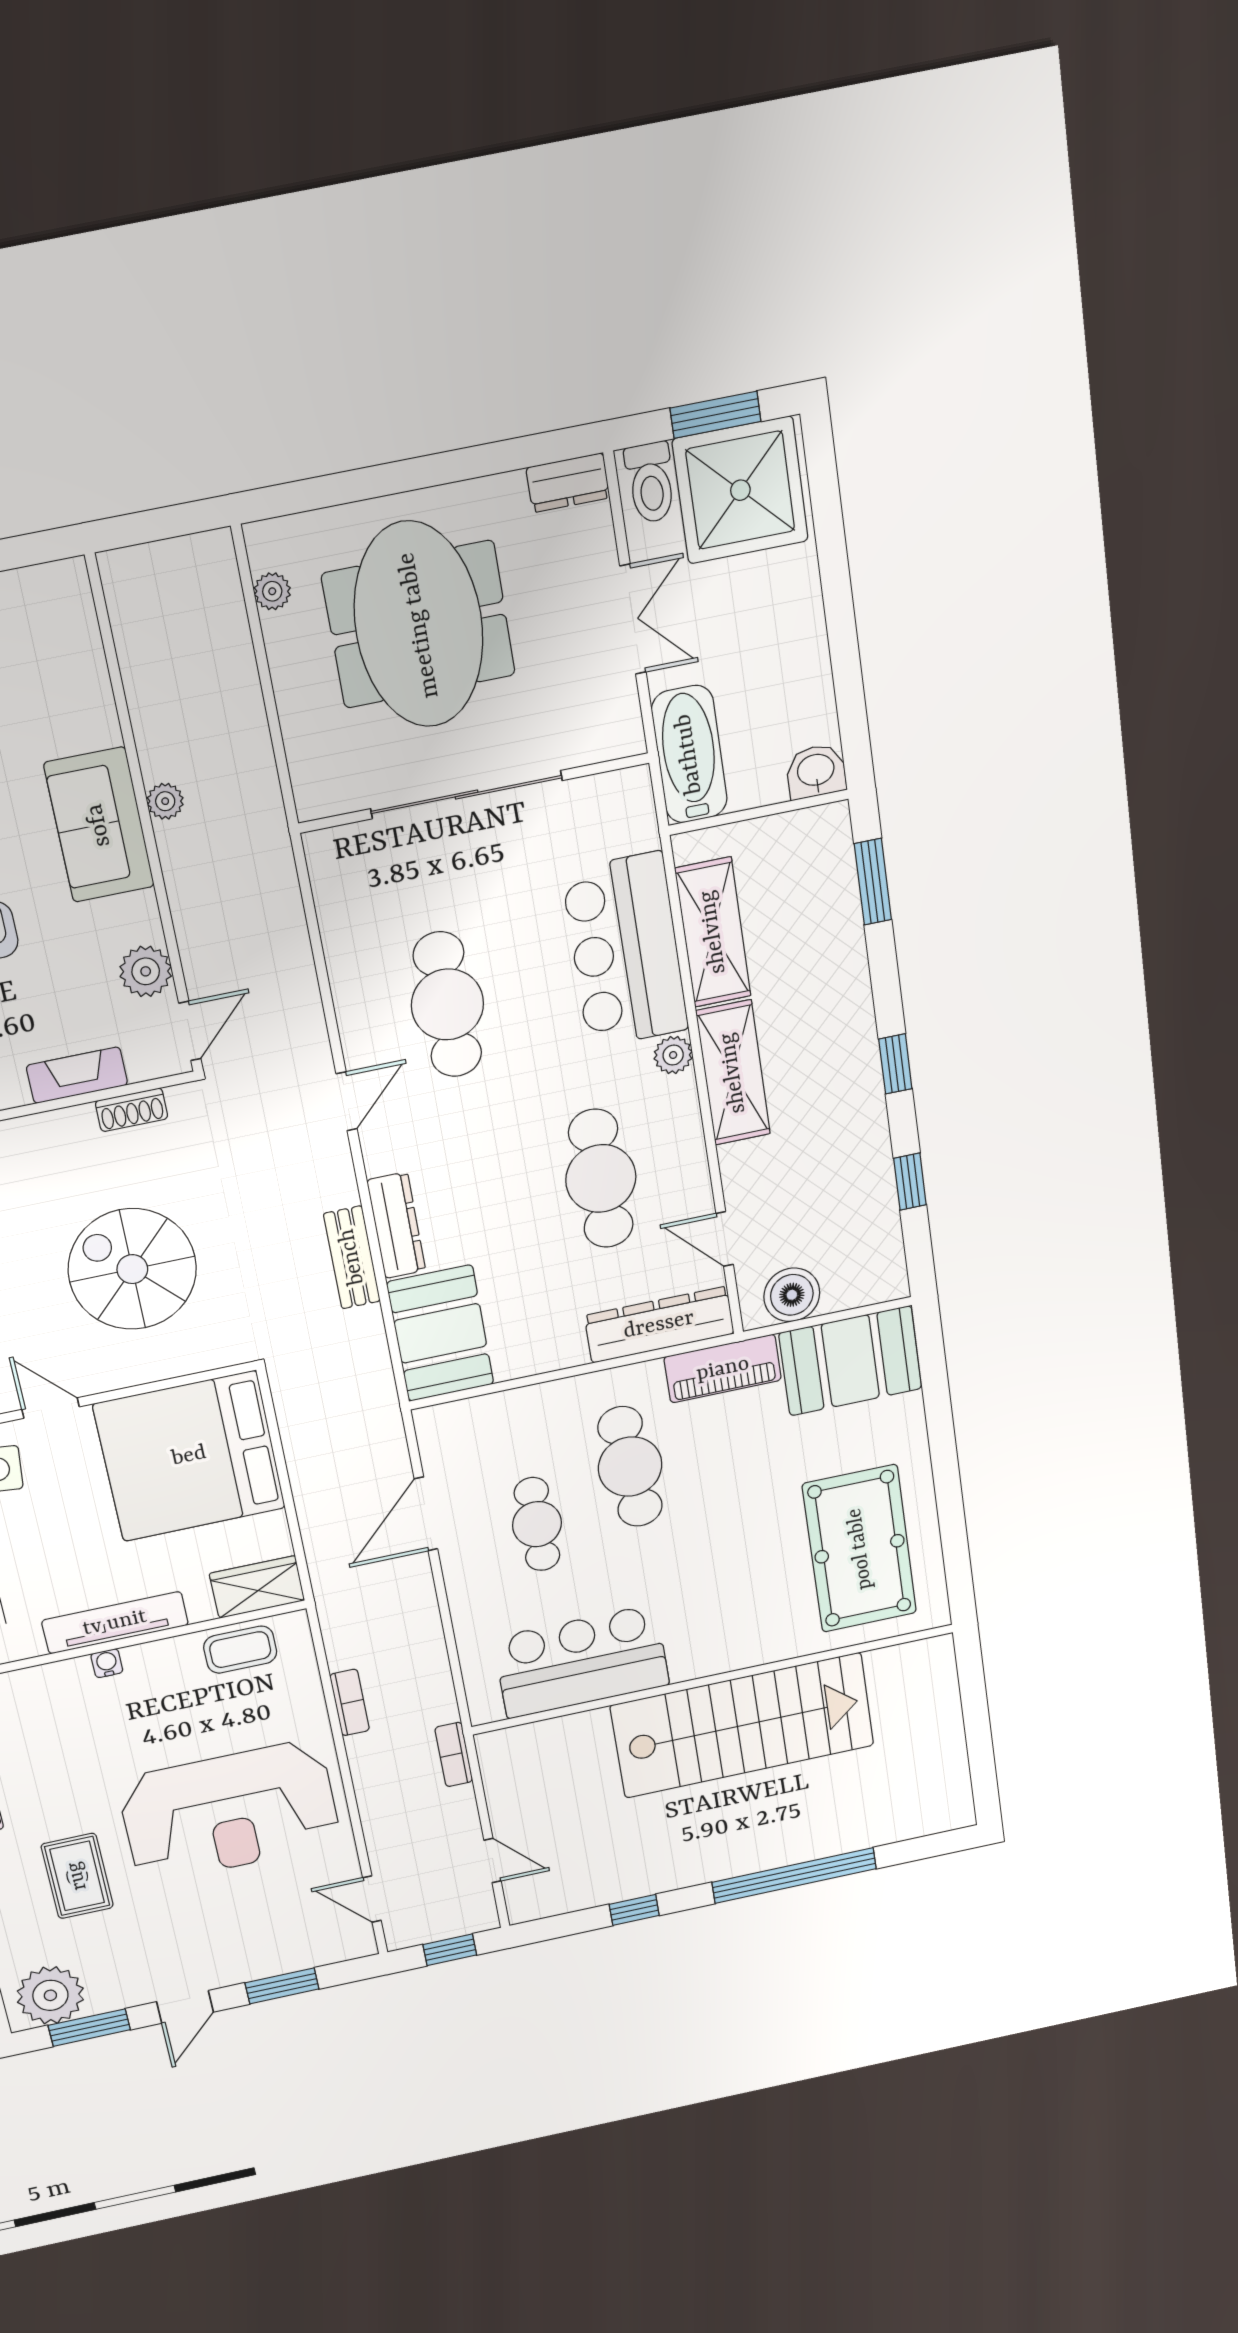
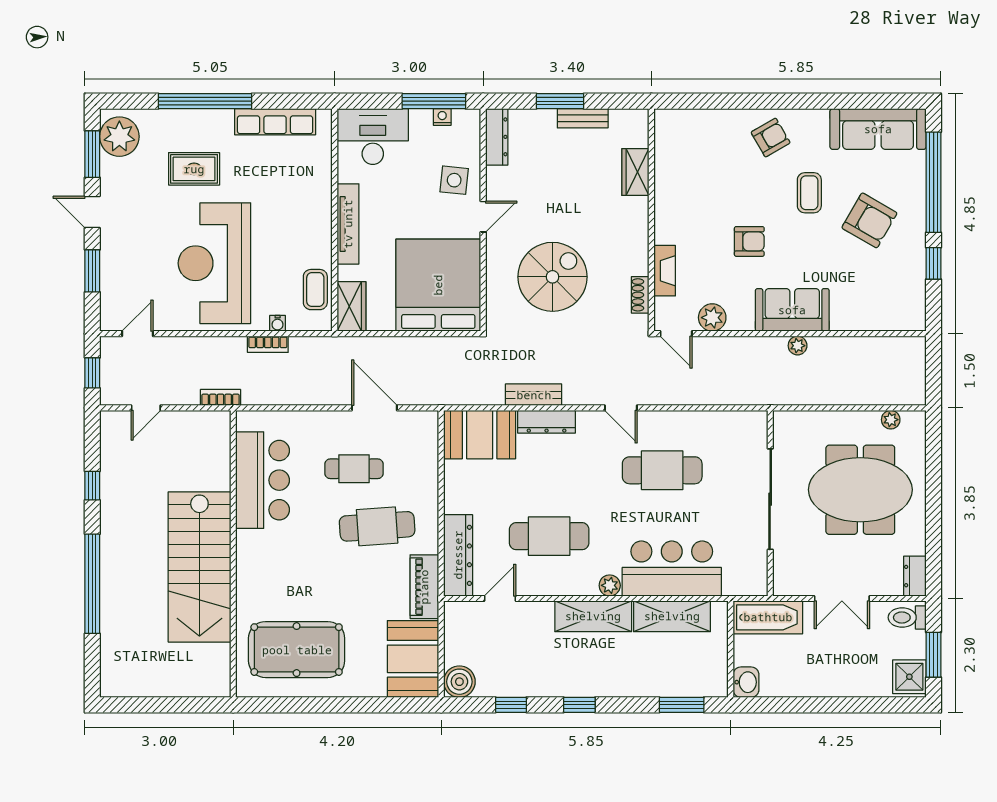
shower: (740, 490) -> (909, 677), width x0.54, depth x0.54
boiler: (792, 1295) -> (459, 682), moved
water cooler: (107, 1663) -> (278, 323), moved, turned 90

